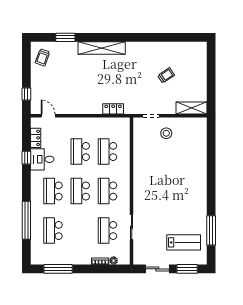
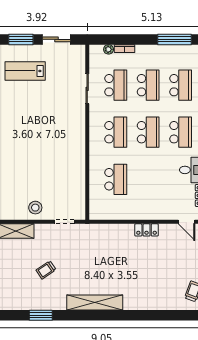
window: (65, 37) -> (41, 315), moved
shelving: (102, 48) -> (95, 303), moved
locker: (113, 109) -> (147, 230), moved
stool: (166, 133) -> (35, 208), moved
school desk: (80, 151) -> (148, 85), moved

